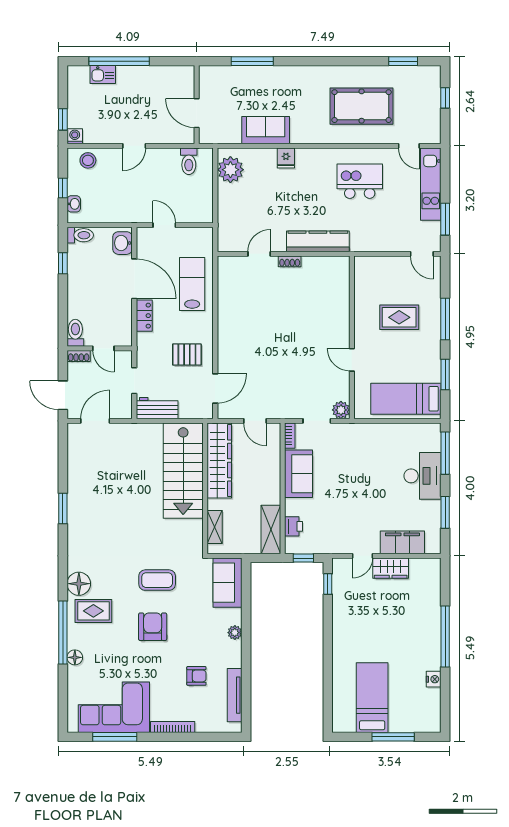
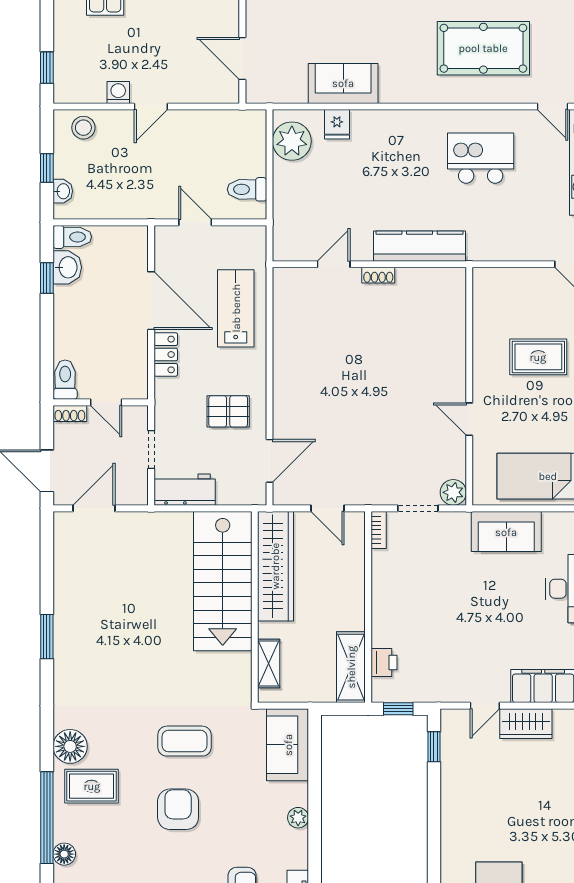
washing machine: (75, 136) -> (118, 92), moved
fridge: (286, 158) -> (337, 124), moved
toilet: (189, 161) -> (247, 189), moved, turned 90
washbasin: (123, 243) -> (67, 267), moved, turned 180
sofa: (299, 474) -> (506, 532), moved, turned 90

